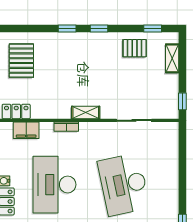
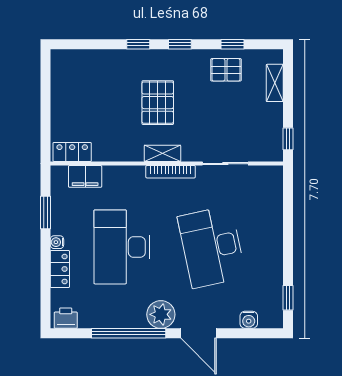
window: (153, 28) -> (233, 44), moved
pallet: (21, 61) -> (158, 103), moved
bookcase: (66, 127) -> (171, 172), moved, width x1.56

